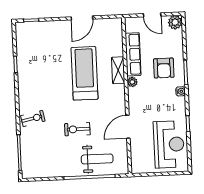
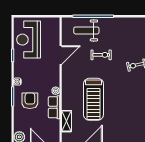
row of seats: (133, 54) -> (54, 107), width x0.68
shelving: (118, 70) -> (66, 121), moved

